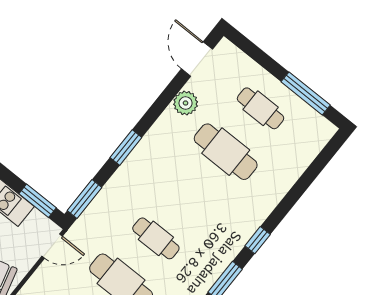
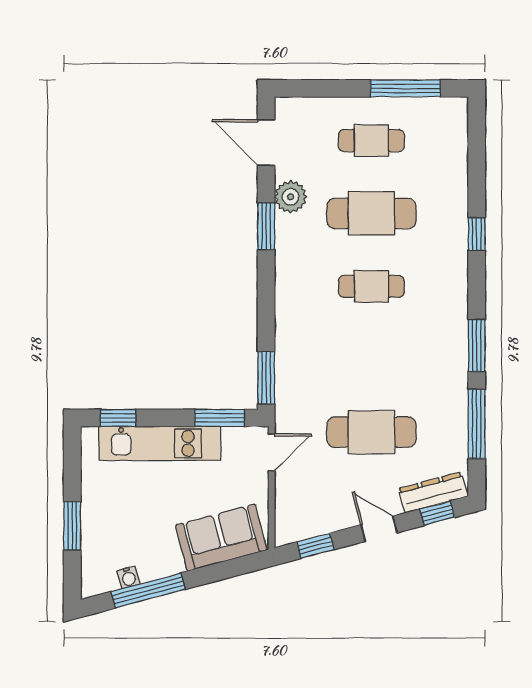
window: (126, 147) -> (266, 226), moved
cafe table: (156, 238) -> (371, 286), moved
window: (258, 240) -> (477, 234), moved

